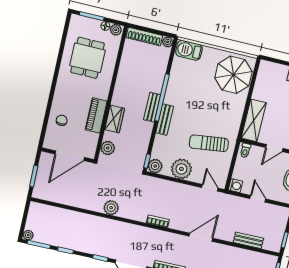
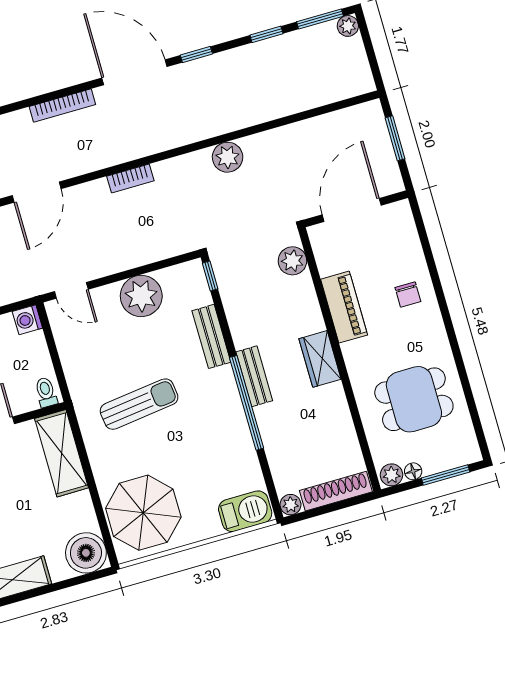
dining table: (88, 58) -> (414, 399), turned 90
boiler: (268, 71) -> (86, 553), added
wardrobe: (115, 119) -> (320, 359), moved
chair: (62, 120) -> (408, 295), moved
bench: (165, 120) -> (211, 336), moved
sun lounger: (209, 143) -> (139, 404), moved
plant: (155, 166) -> (191, 275), removed

